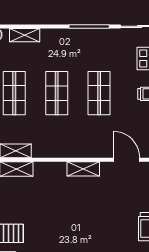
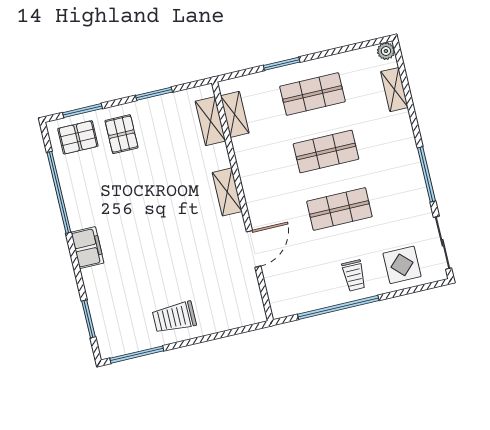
door: (127, 160) -> (254, 249), moved
shelving: (83, 169) -> (227, 192), moved

